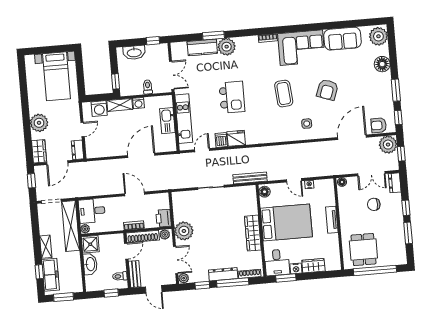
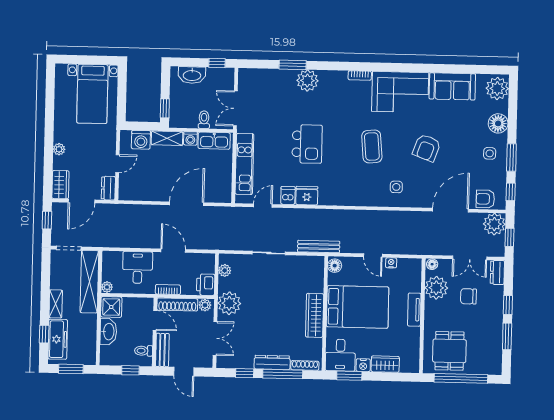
kitchen counter: (202, 47) -> (277, 78), removed
double door: (172, 75) -> (235, 108), swing flipped
side table: (378, 89) -> (490, 153), added
kitchen sink: (167, 121) -> (214, 141), moved, turned -90
plant: (39, 123) -> (59, 149), width x0.53, depth x0.53
plant: (347, 200) -> (436, 288), added
desk: (92, 211) -> (138, 267), moved, turned 90
door: (126, 251) -> (155, 320), hinge flipped
plant: (184, 278) -> (225, 270), moved

